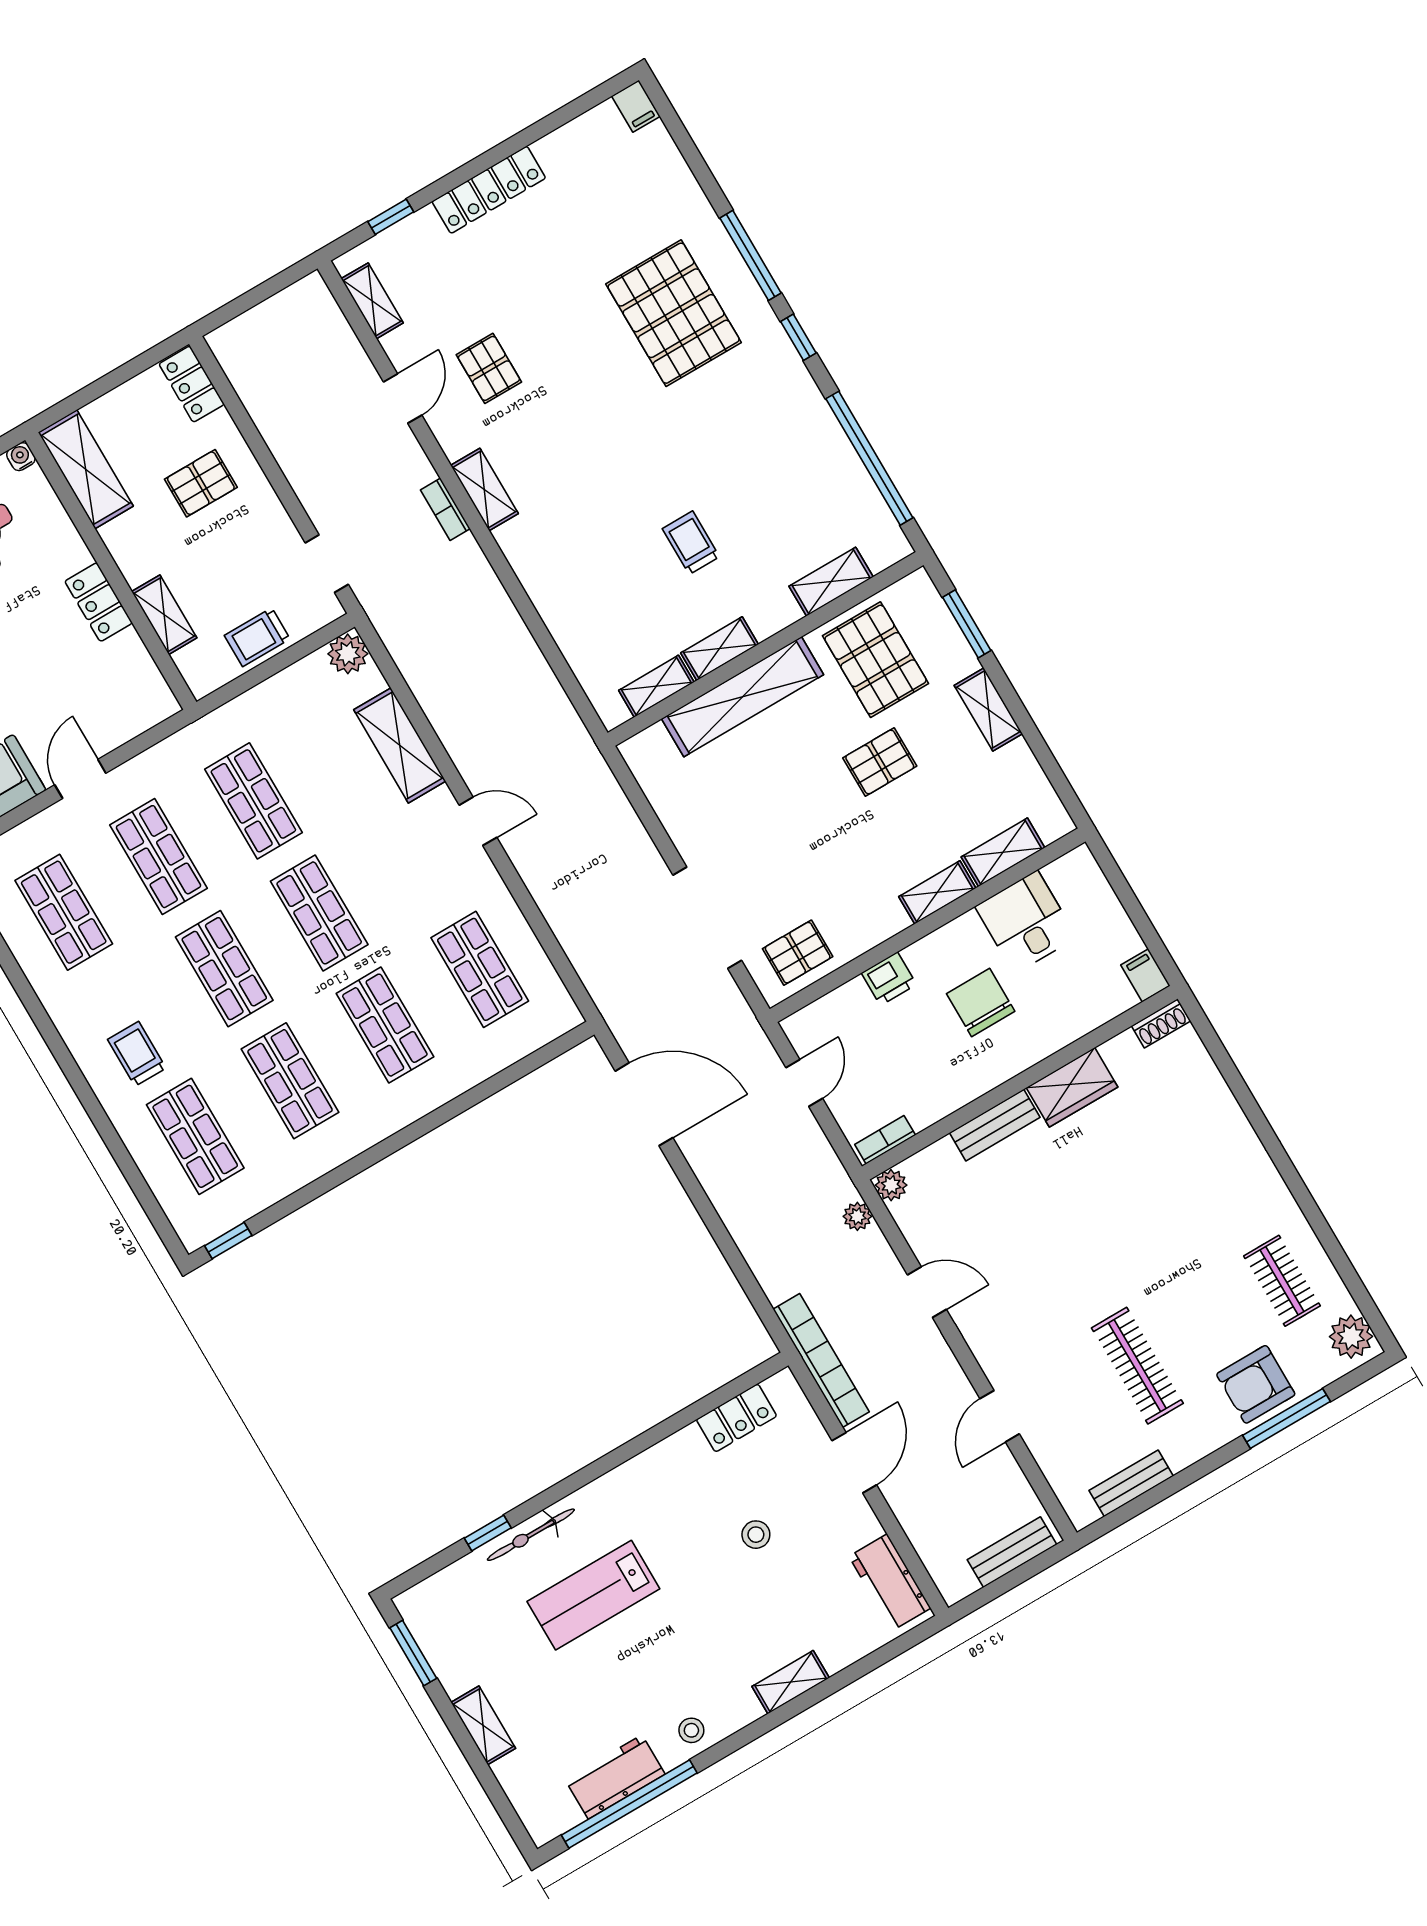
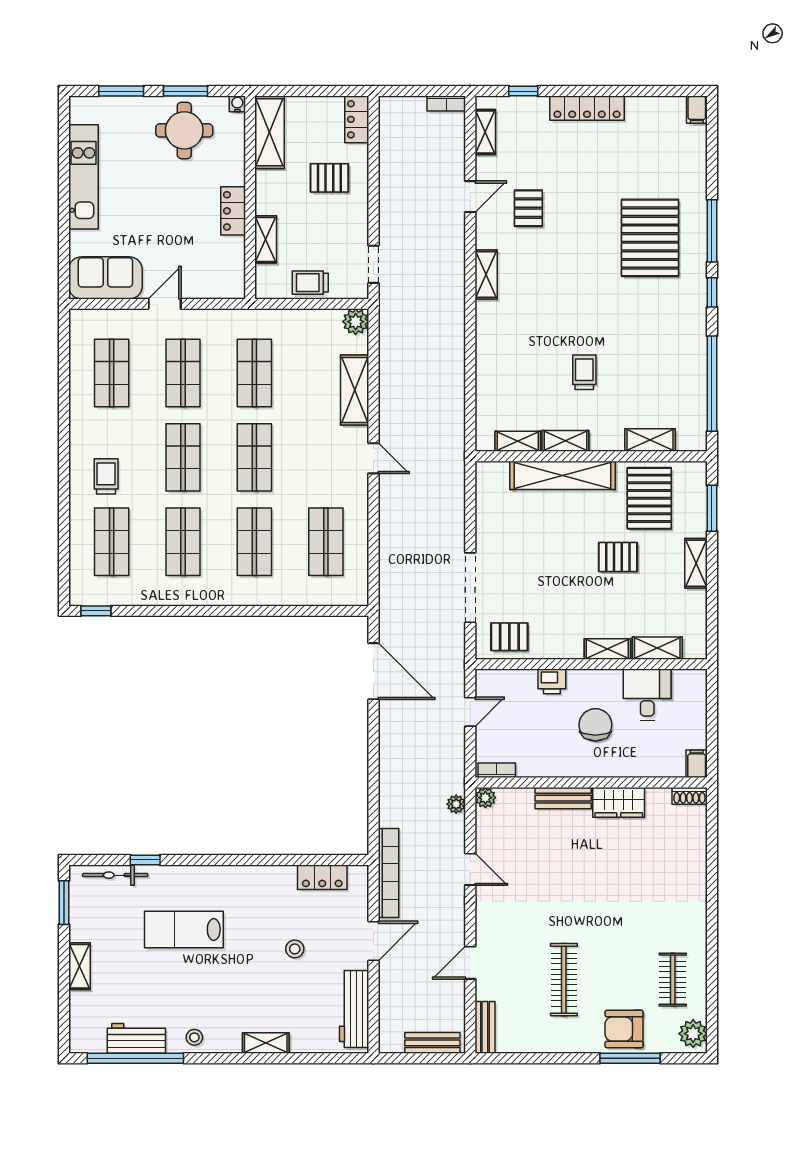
bookcase: (445, 509) -> (446, 104), moved, turned -90
bench: (1131, 1483) -> (485, 1027), moved, turned 90
bicycle: (531, 1535) -> (115, 875), moved
workbench: (890, 1582) -> (354, 1009), width x1.38

